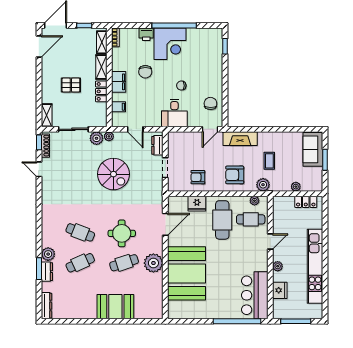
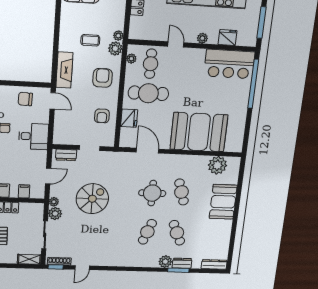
armchair: (235, 175) -> (103, 78), turned 180
plant: (296, 187) -> (118, 36), moved
plant: (153, 263) -> (217, 165), moved

